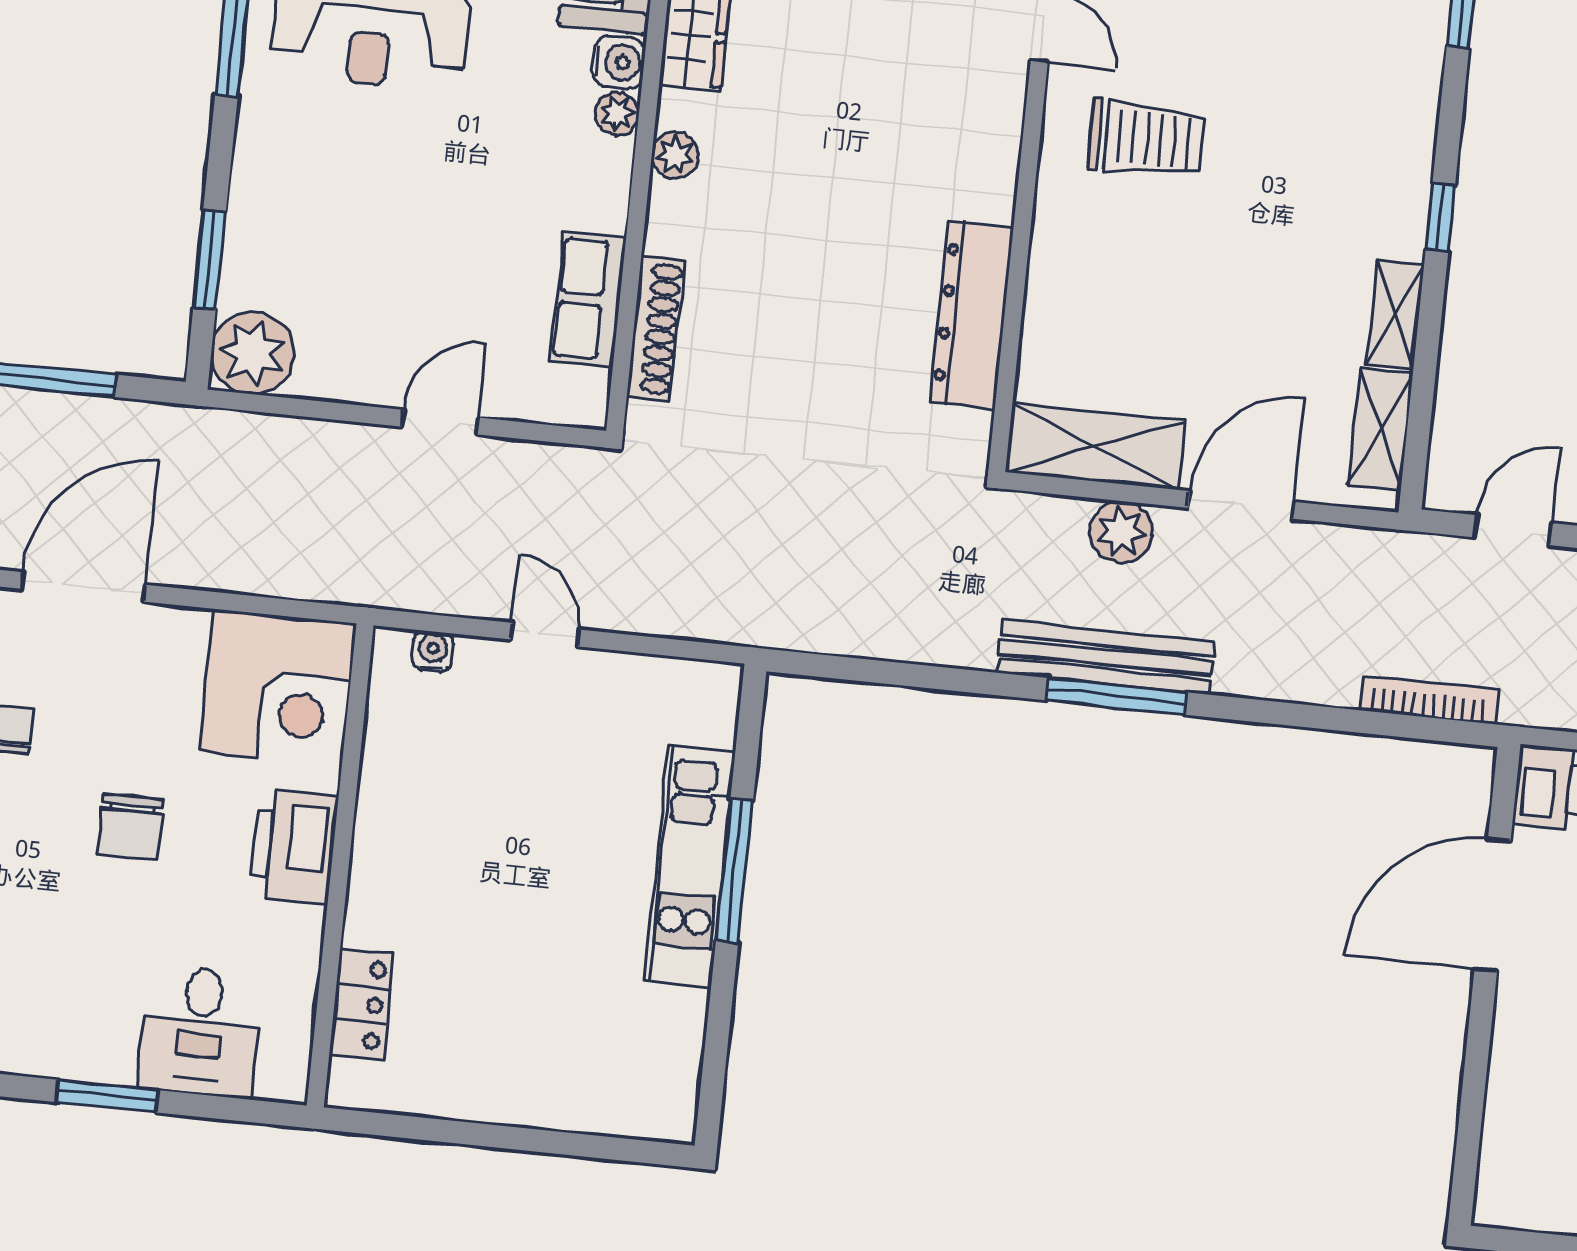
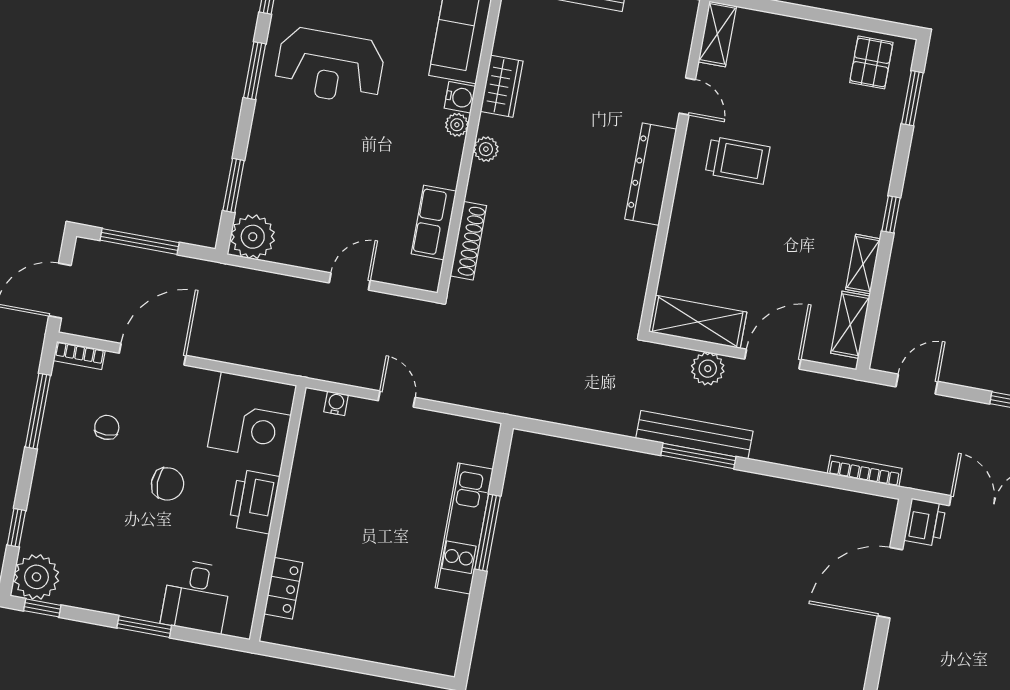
dresser: (972, 315) -> (651, 174), moved
chair: (130, 827) -> (168, 484), turned -90

